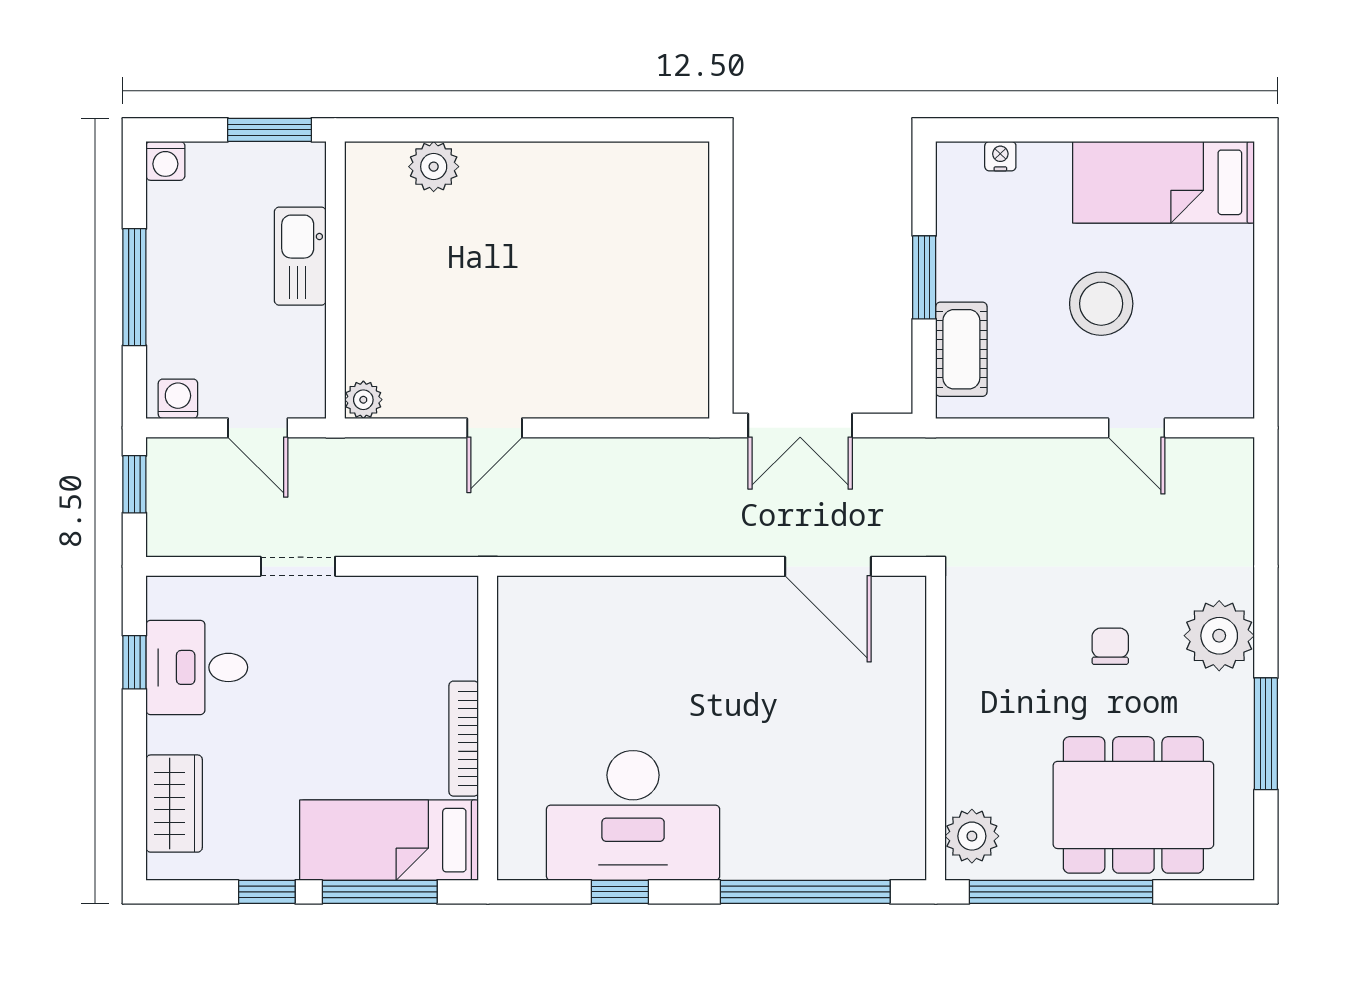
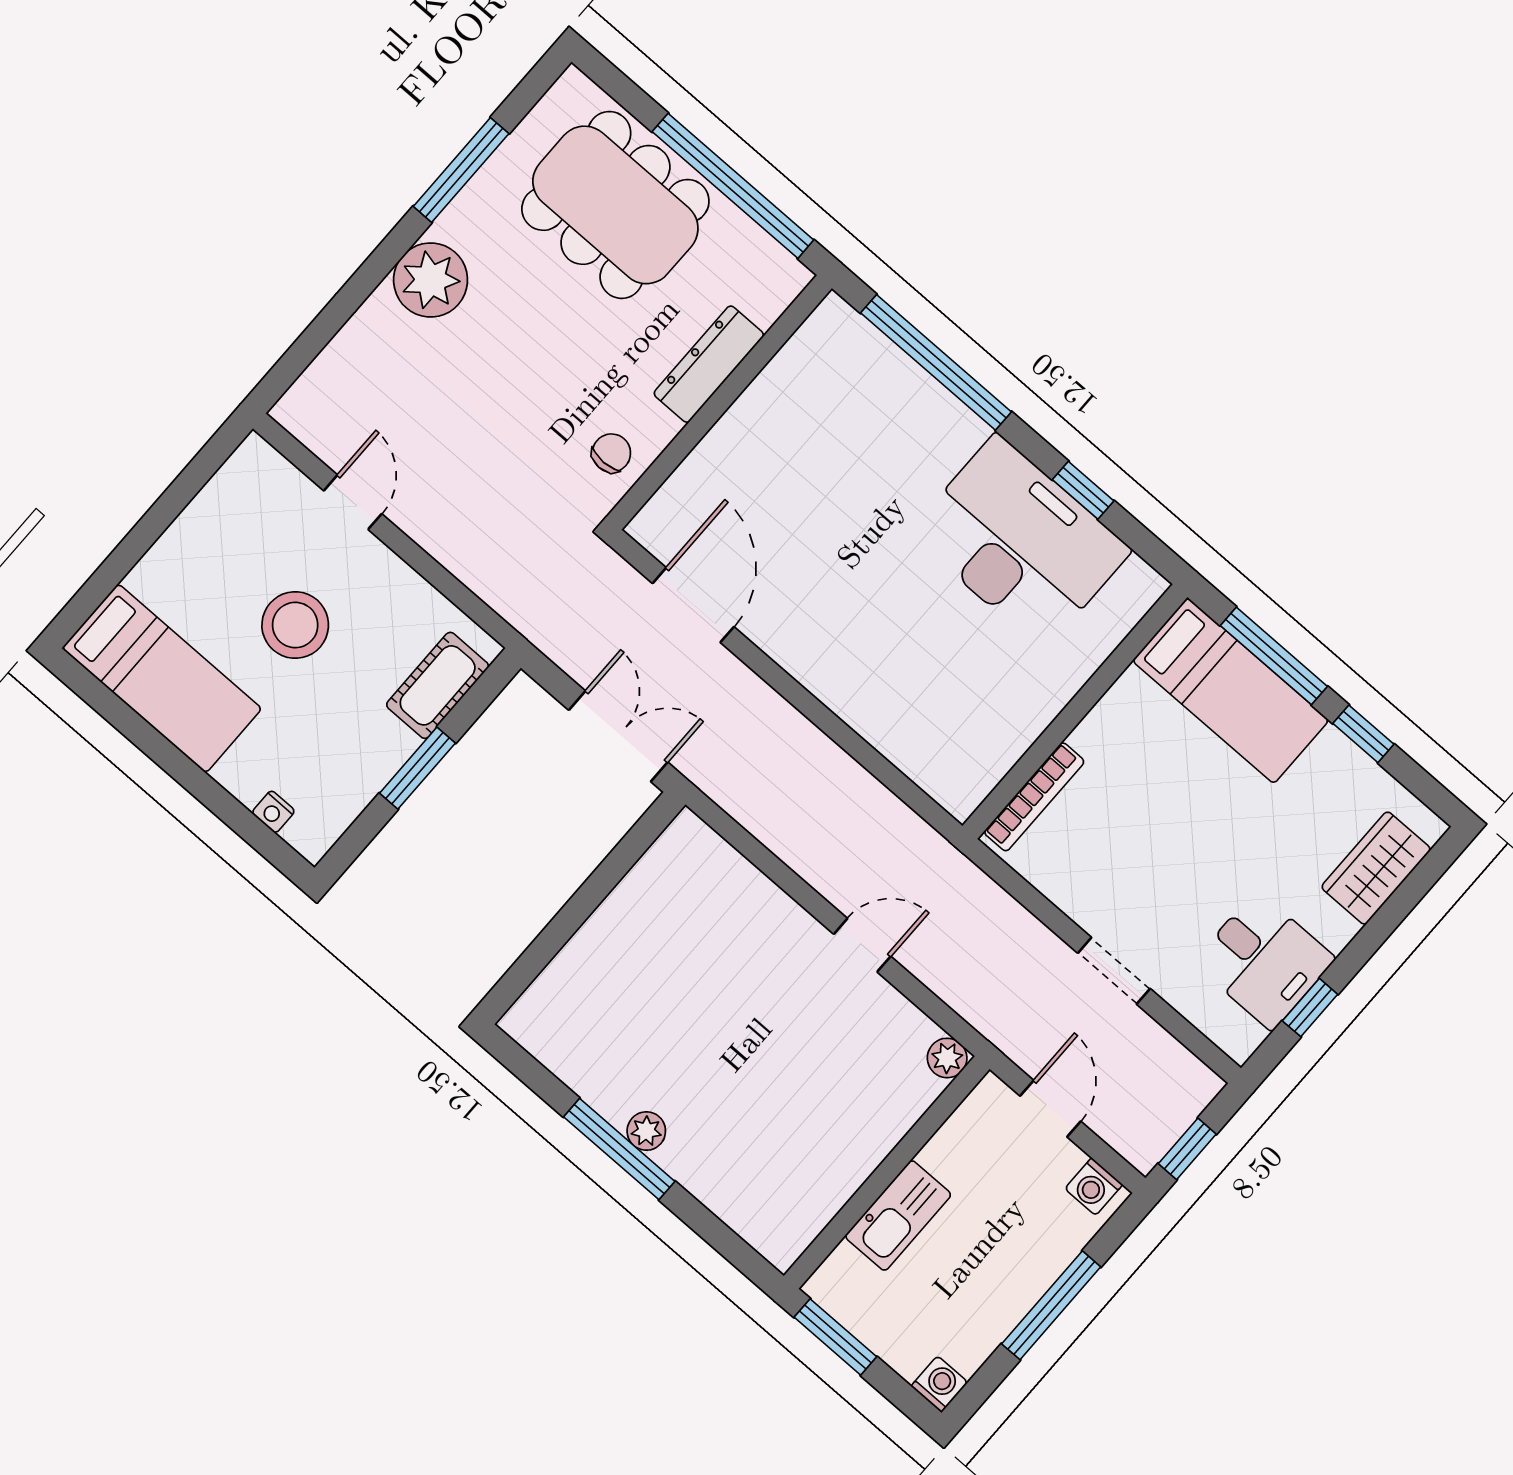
window: (542, 130) -> (619, 1149), added
plant: (434, 167) -> (646, 1131), moved, width x0.73, depth x0.73
chair: (1110, 646) -> (611, 453), moved, turned 180
bookcase: (464, 739) -> (1034, 797), moved
dresser: (967, 749) -> (709, 364), added
plant: (972, 836) -> (765, 292), removed

